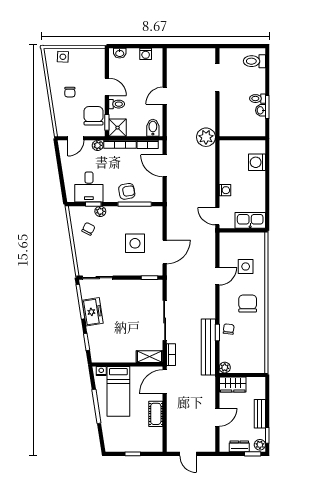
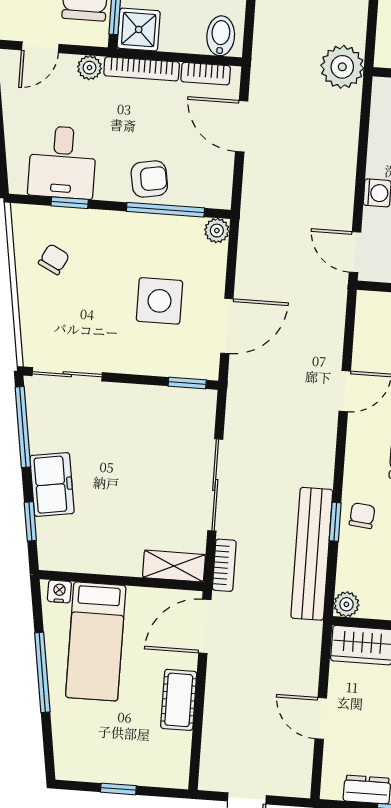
plant: (100, 211) -> (217, 231), moved
freezer: (93, 312) -> (52, 484), moved
door: (217, 417) -> (321, 718), swing flipped

